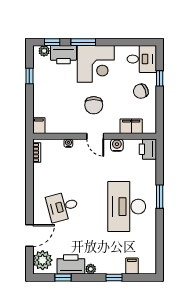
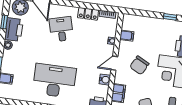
chair: (94, 105) -> (139, 65), turned -63
filing cabinet: (39, 126) -> (127, 36), moved
locker: (39, 176) -> (88, 14), added

